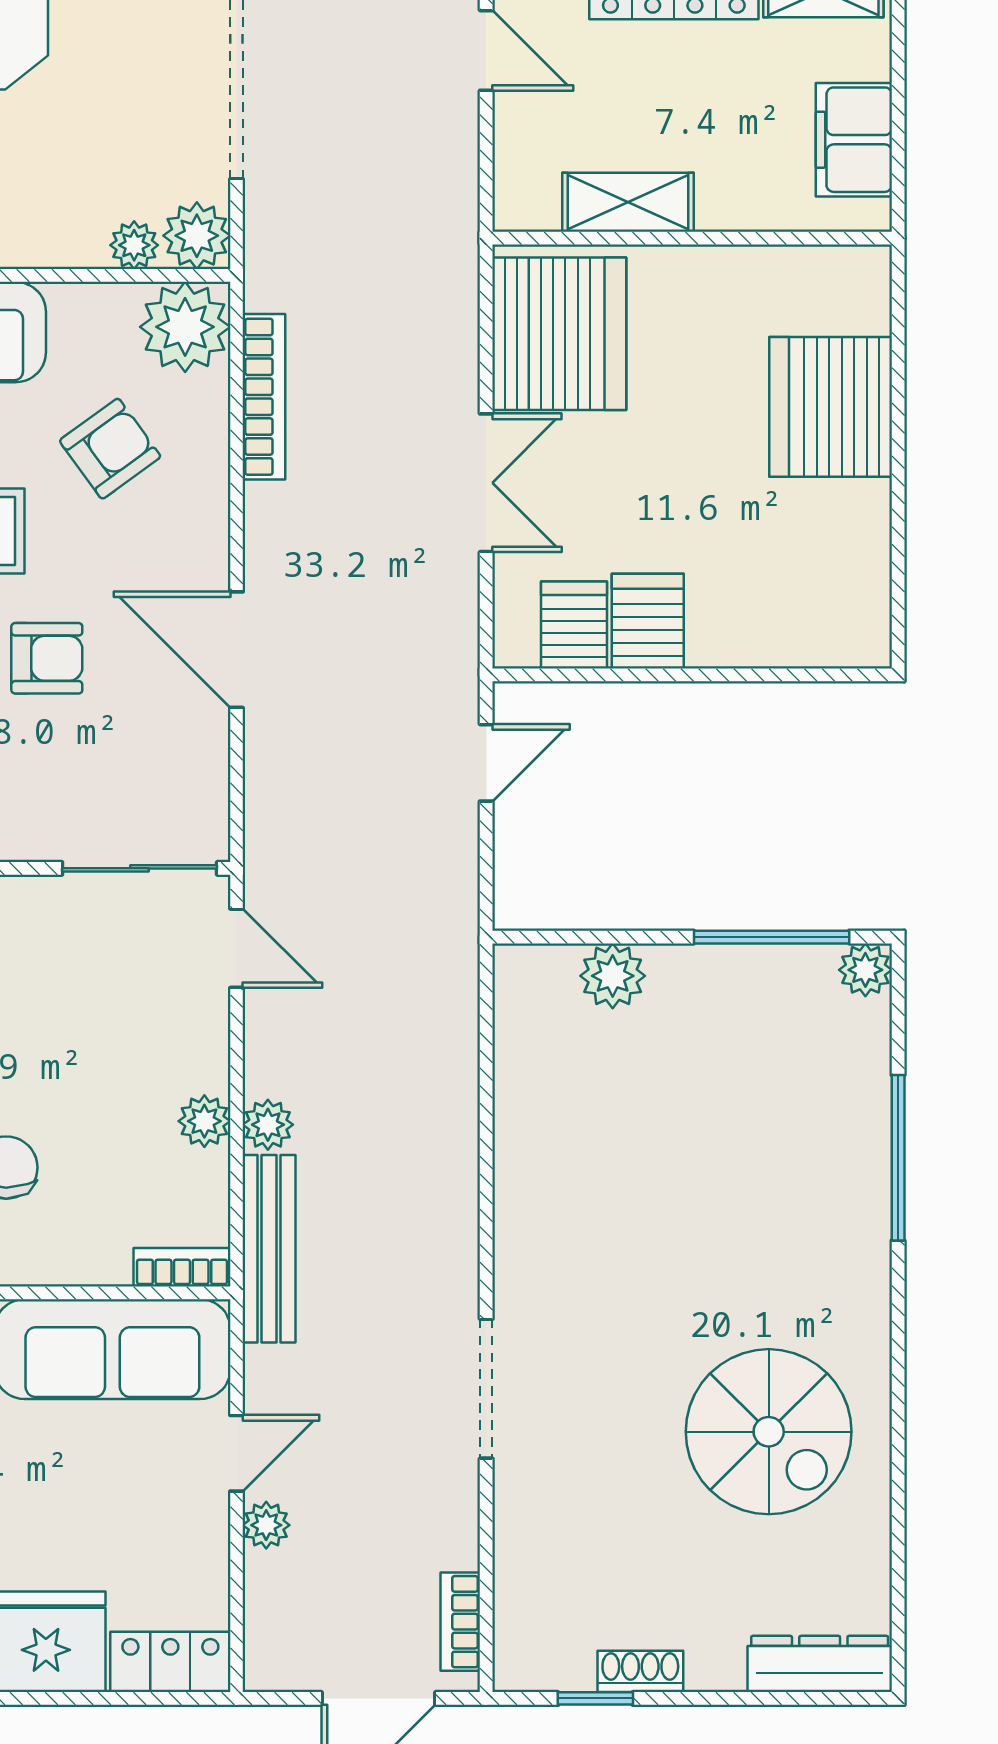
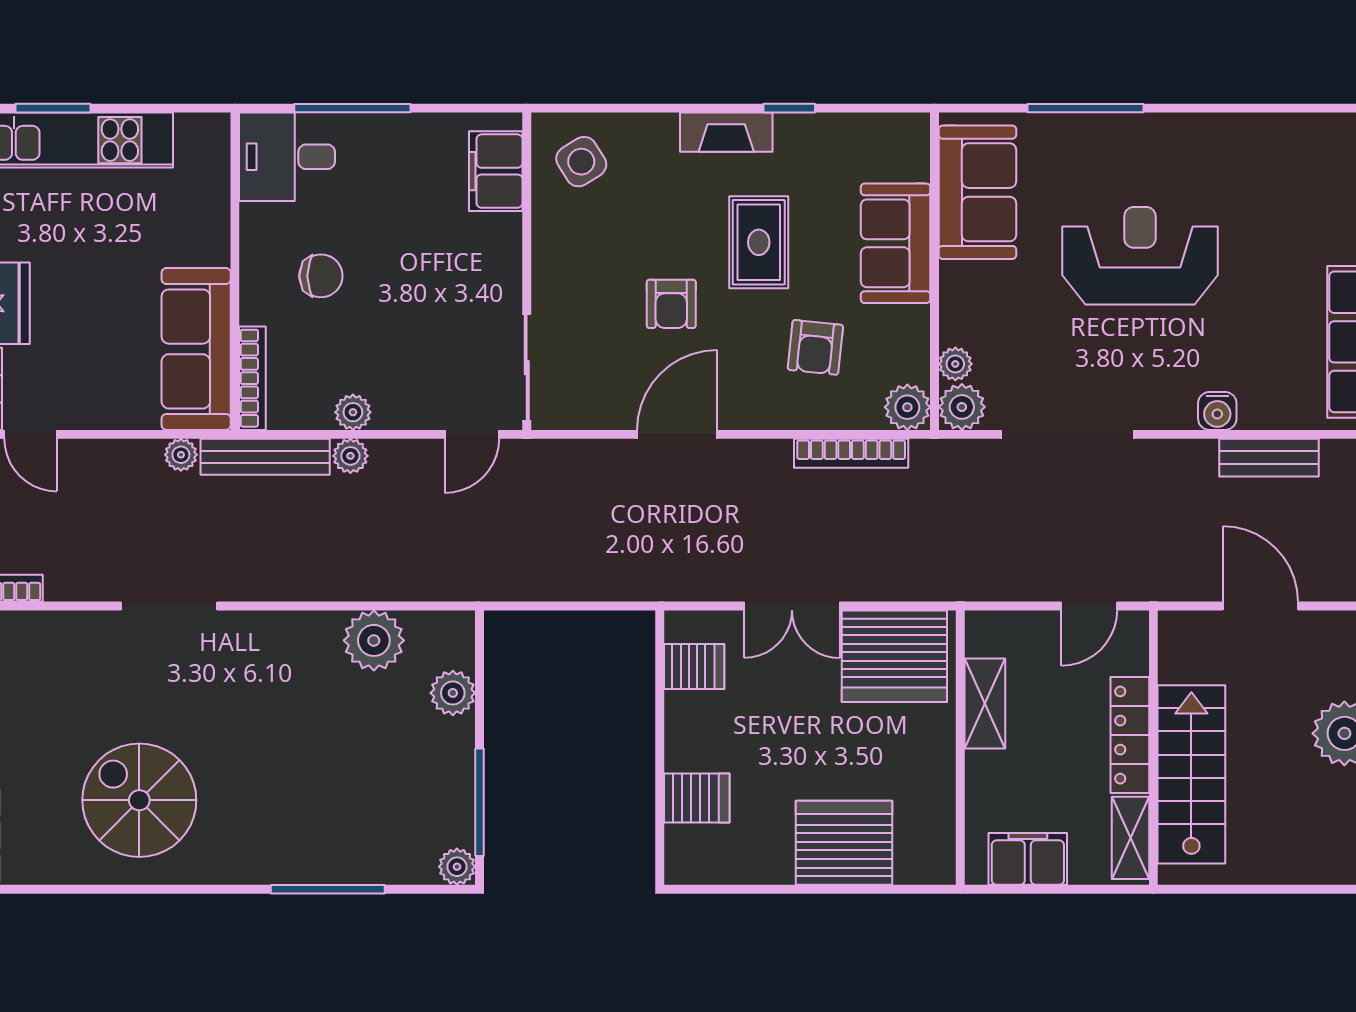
plant: (185, 327) -> (907, 407), width x0.73, depth x0.73
armchair: (110, 449) -> (815, 347), turned 42
server rack: (648, 621) -> (697, 798), moved
door: (486, 763) -> (599, 606), removed
plant: (536, 1091) -> (374, 640), added
bookcase: (182, 1267) -> (252, 378), width x1.56
spiral stairs: (769, 1432) -> (139, 800), turned 90
door: (237, 1453) -> (31, 434), moved
plant: (266, 1525) -> (181, 455), moved

